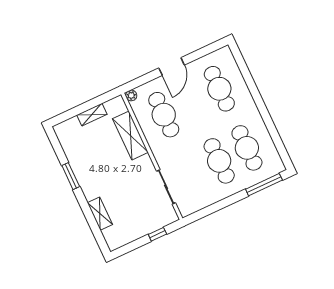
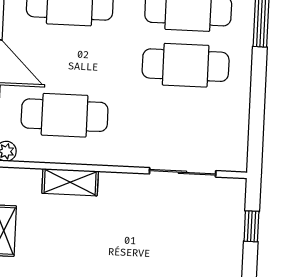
shelving: (130, 135) -> (70, 182), width x0.67, depth x0.75

